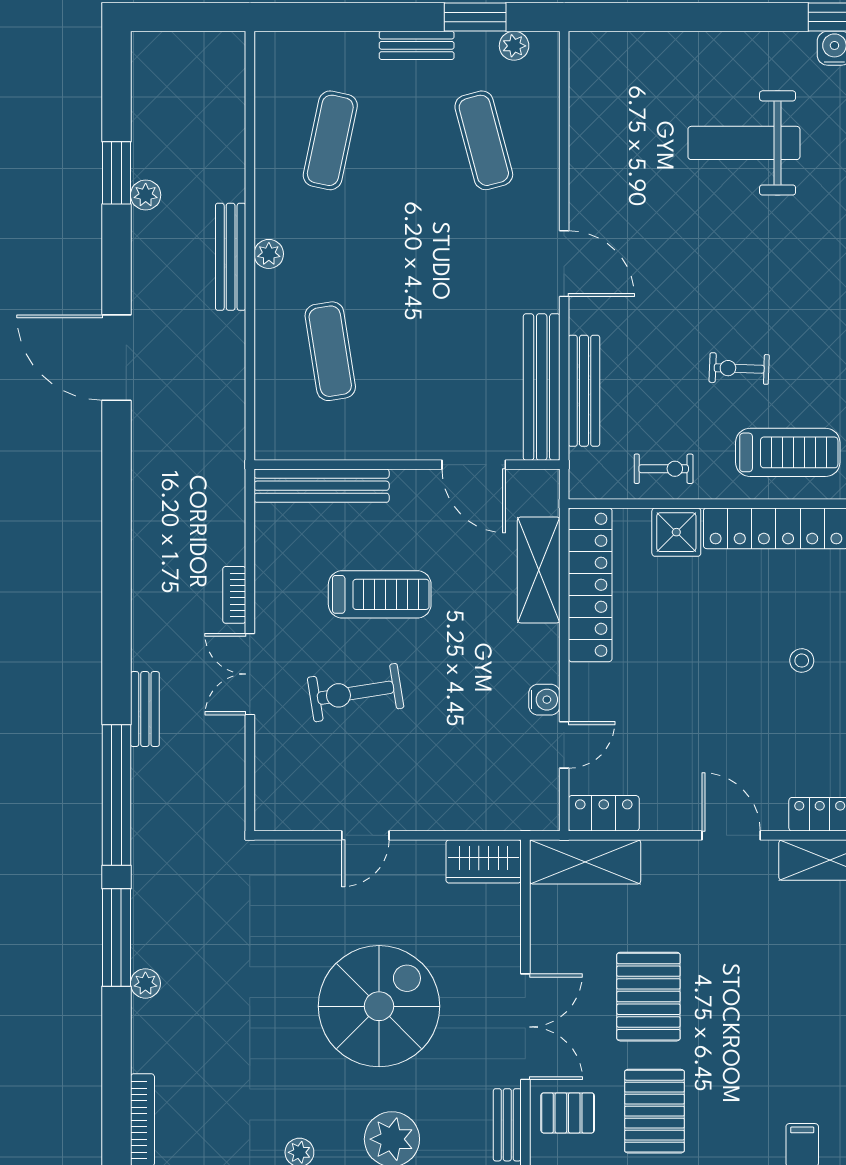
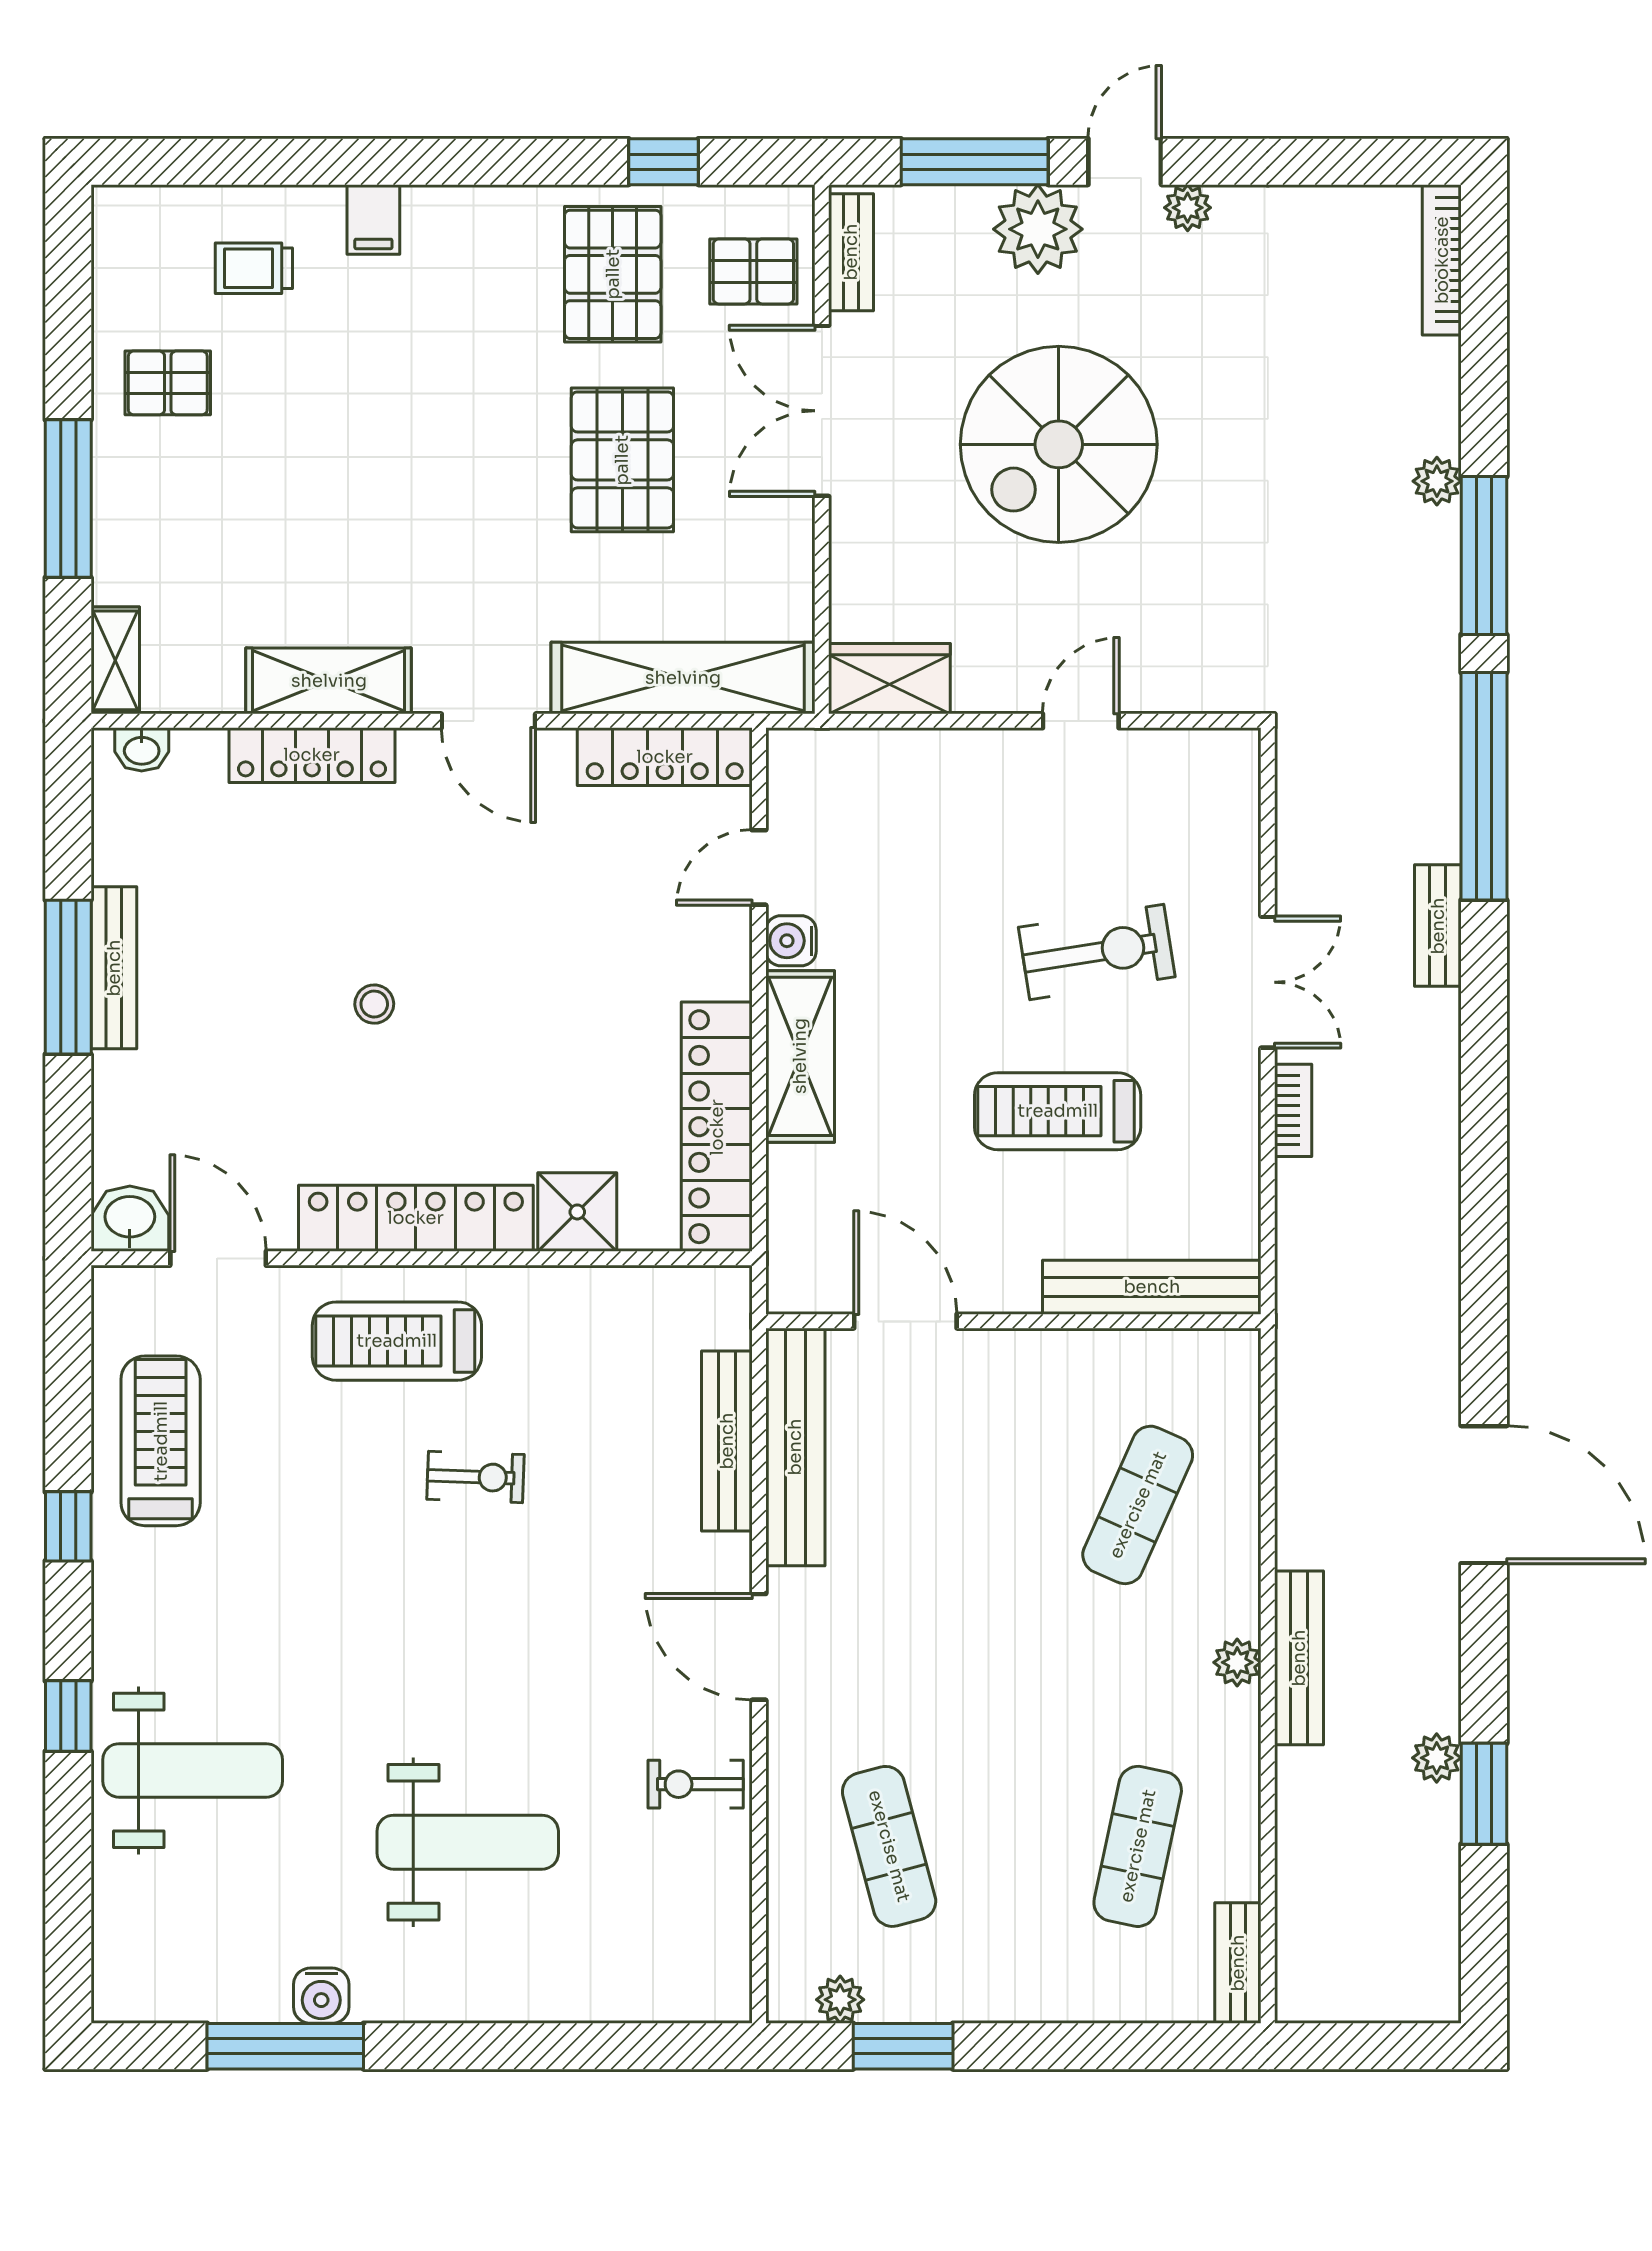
bench: (417, 45) -> (1238, 1963), moved, turned 90
exercise mat: (330, 351) -> (1138, 1505), turned 33
exercise bike: (664, 469) -> (696, 1784), moved
shelving: (539, 570) -> (800, 1056), moved
locker: (604, 813) -> (665, 757), width x1.53
shelving: (585, 862) -> (683, 678), width x1.47

